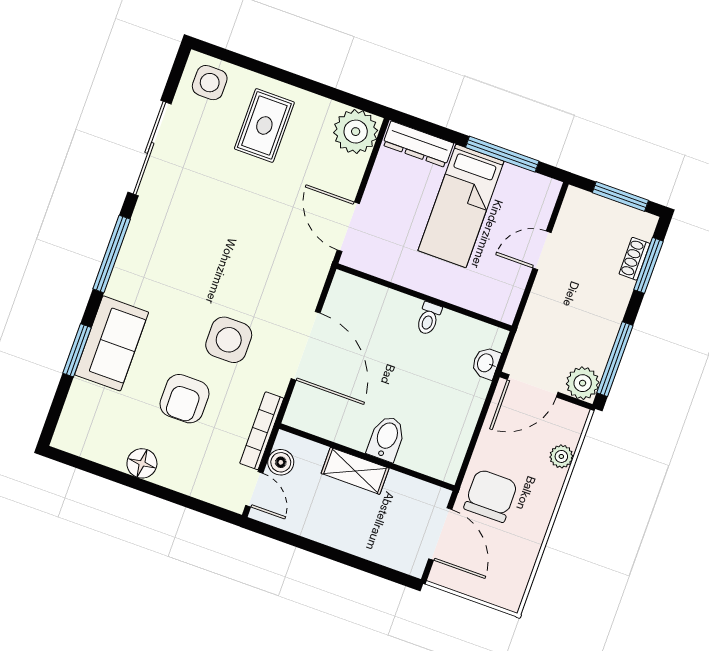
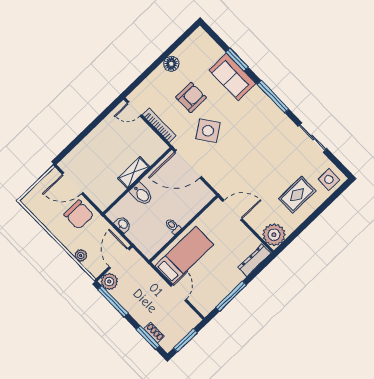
rug: (264, 125) -> (297, 195), turned 90
sliding door: (149, 148) -> (313, 138), width x0.73
bed: (461, 206) -> (184, 255), moved, turned 90
side table: (229, 340) -> (208, 131), turned -35
washbasin: (486, 363) -> (123, 224), moved
armchair: (184, 399) -> (191, 97), turned 90
bidet: (386, 438) -> (141, 194), moved
wall: (367, 457) -> (137, 181), moved
boiler: (281, 462) -> (141, 127), removed
shelving: (355, 471) -> (134, 173), moved

